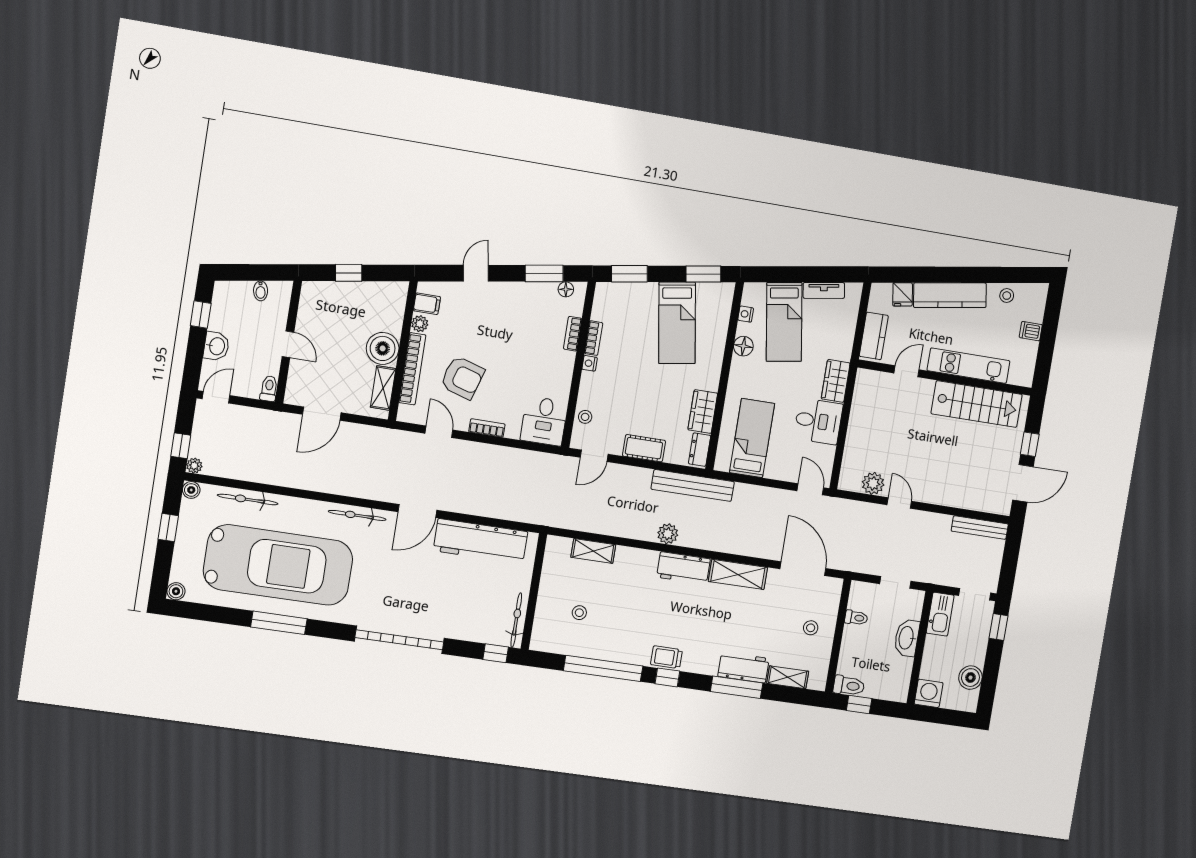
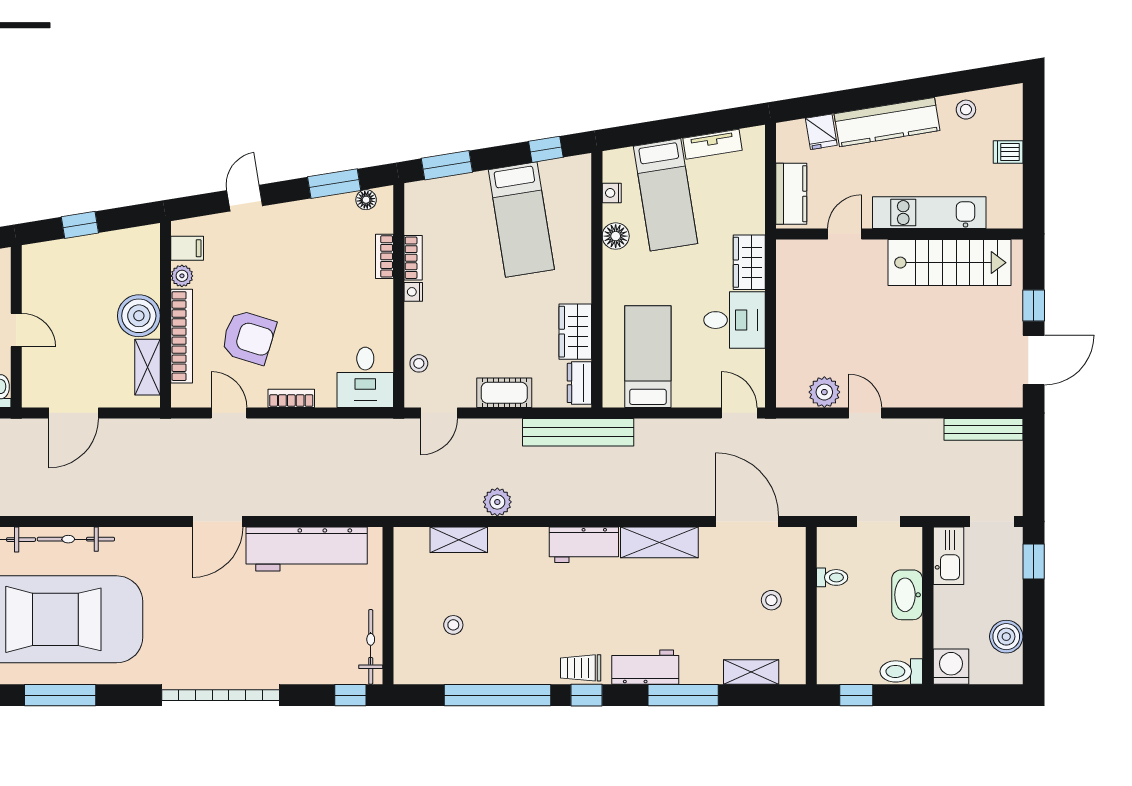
window: (703, 274) -> (546, 149), width x0.67
bicycle: (357, 515) -> (76, 539), moved
plant: (668, 534) -> (497, 502), moved
workbench: (743, 667) -> (645, 667), moved
toilet: (849, 686) -> (901, 671), moved, turned 180

